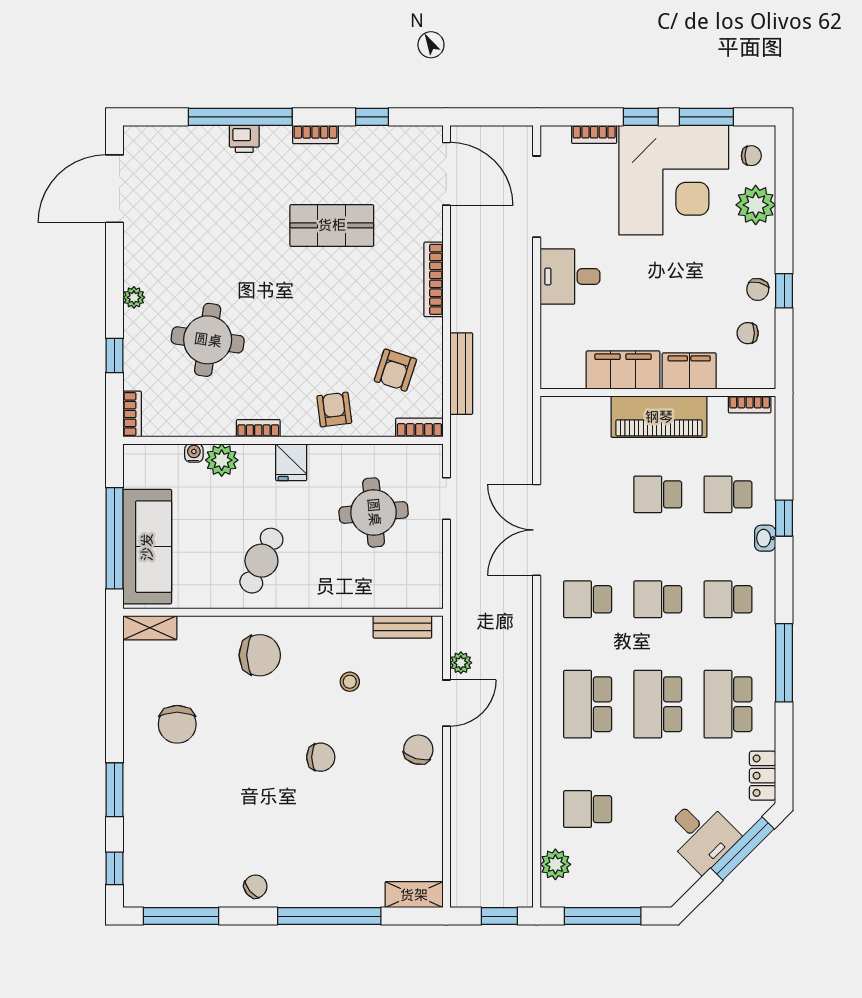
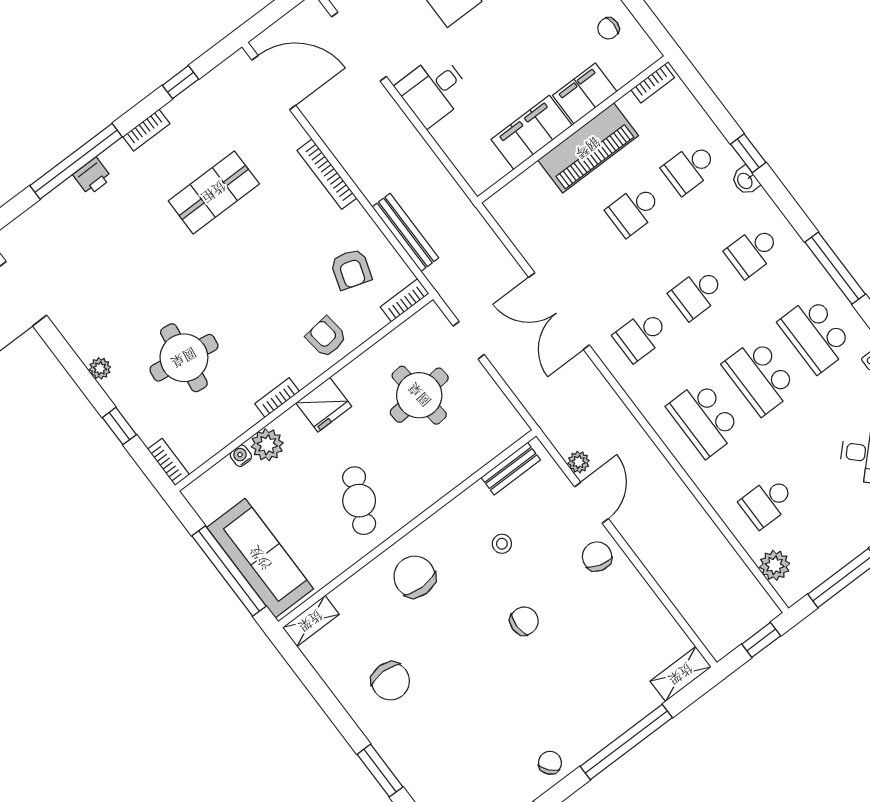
fridge: (291, 462) -> (324, 405), width x1.38
chair: (260, 655) -> (415, 577), turned -90

